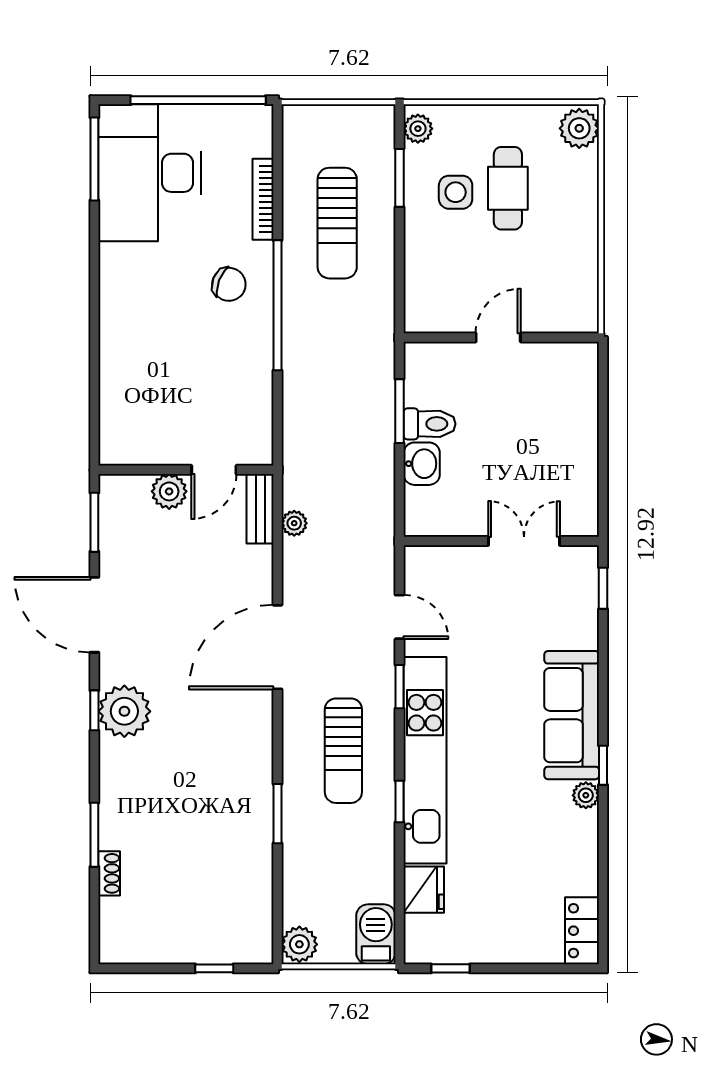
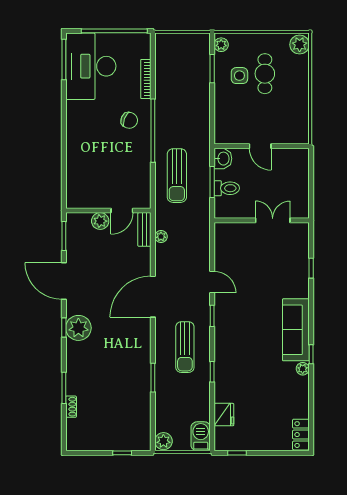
sun lounger: (337, 223) -> (177, 176), moved
door: (498, 338) -> (260, 146), swing flipped
washbasin: (422, 464) -> (223, 159), moved
wall: (501, 541) -> (262, 220), moved
double door: (524, 541) -> (273, 220), moved
kitchen unit: (425, 760) -> (225, 352), removed

